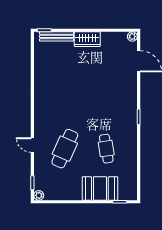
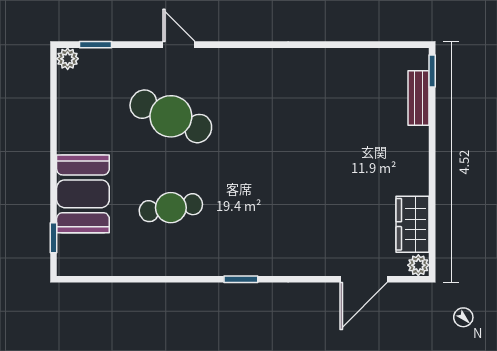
bench: (57, 36) -> (418, 98), width x0.73
wardrobe: (87, 39) -> (413, 224), moved
door: (32, 145) -> (179, 45), hinge flipped

